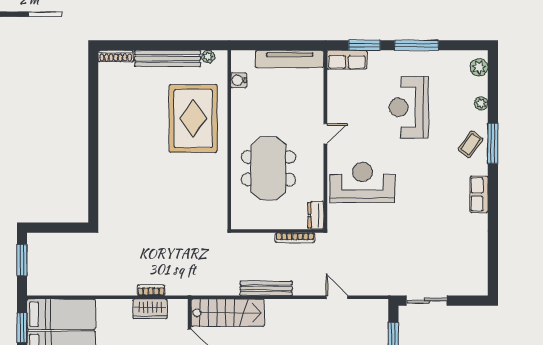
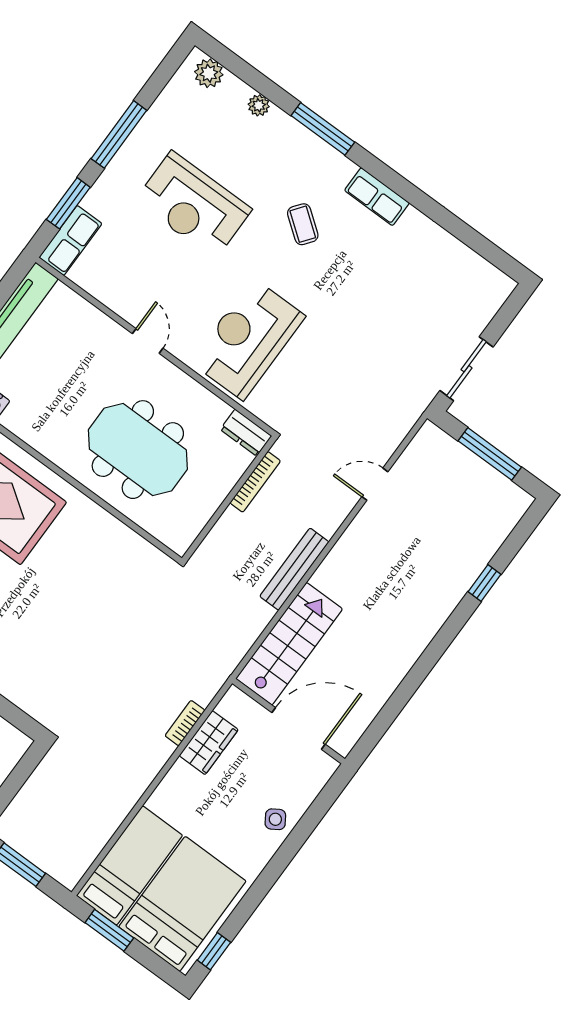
coffee table: (471, 144) -> (303, 224), moved

